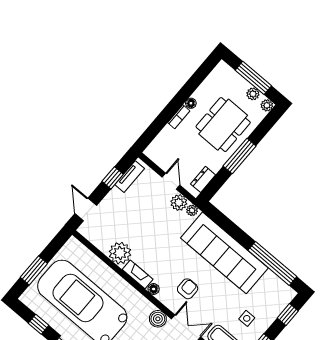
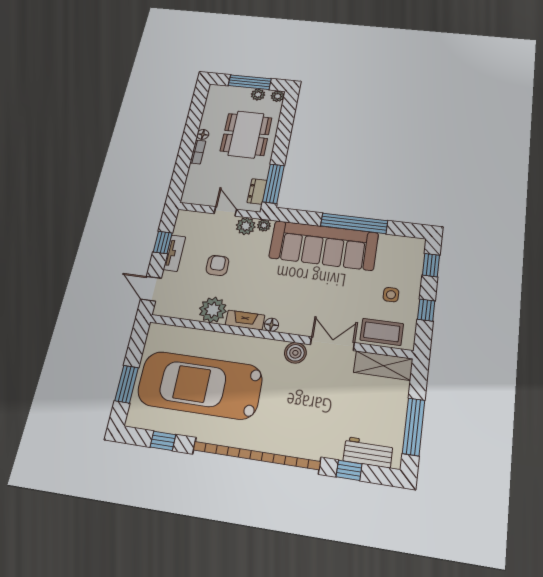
window: (240, 156) -> (274, 184), moved
tv unit: (130, 177) -> (174, 253), moved
window: (272, 263) -> (354, 223), moved
armchair: (188, 289) -> (217, 265), moved

